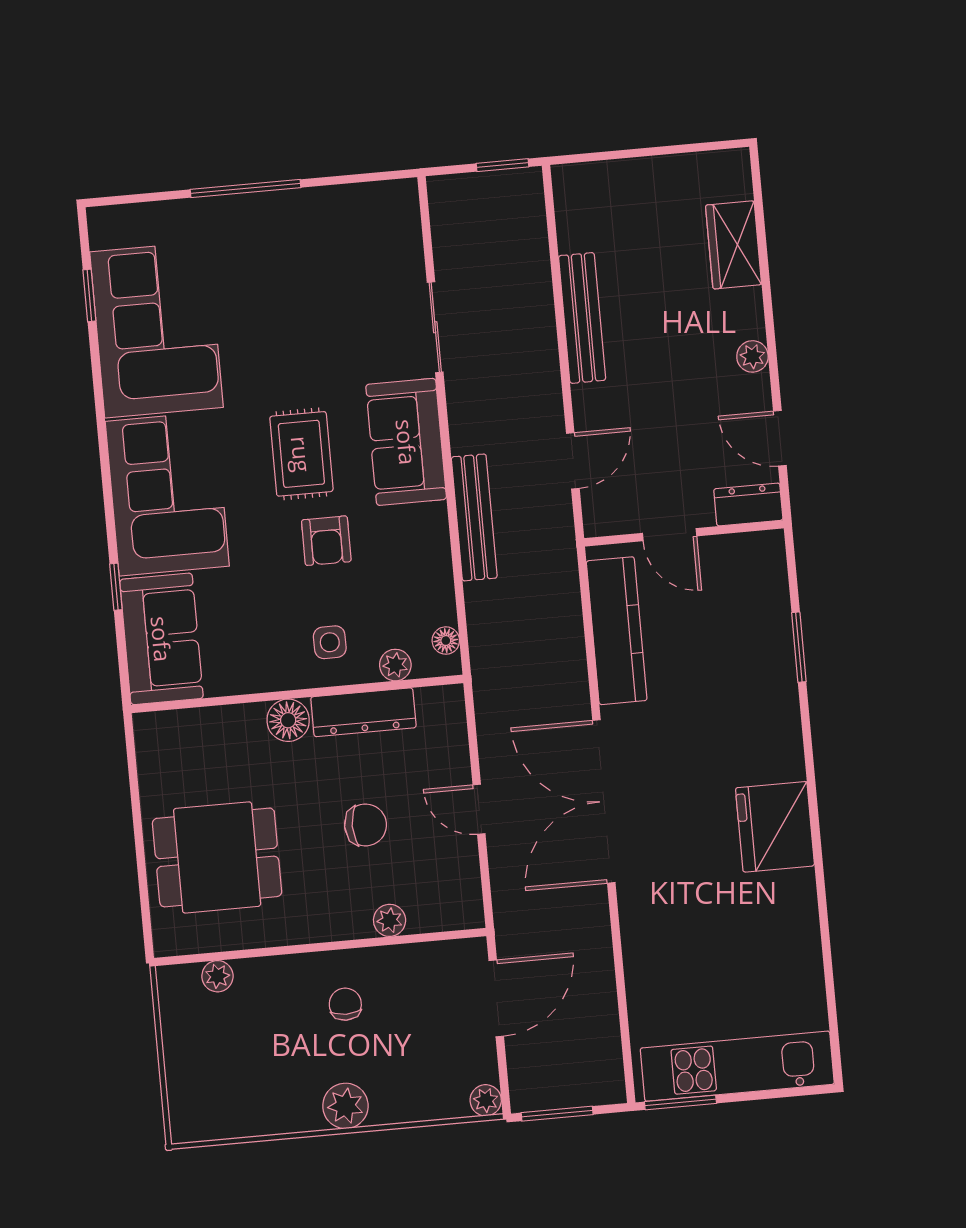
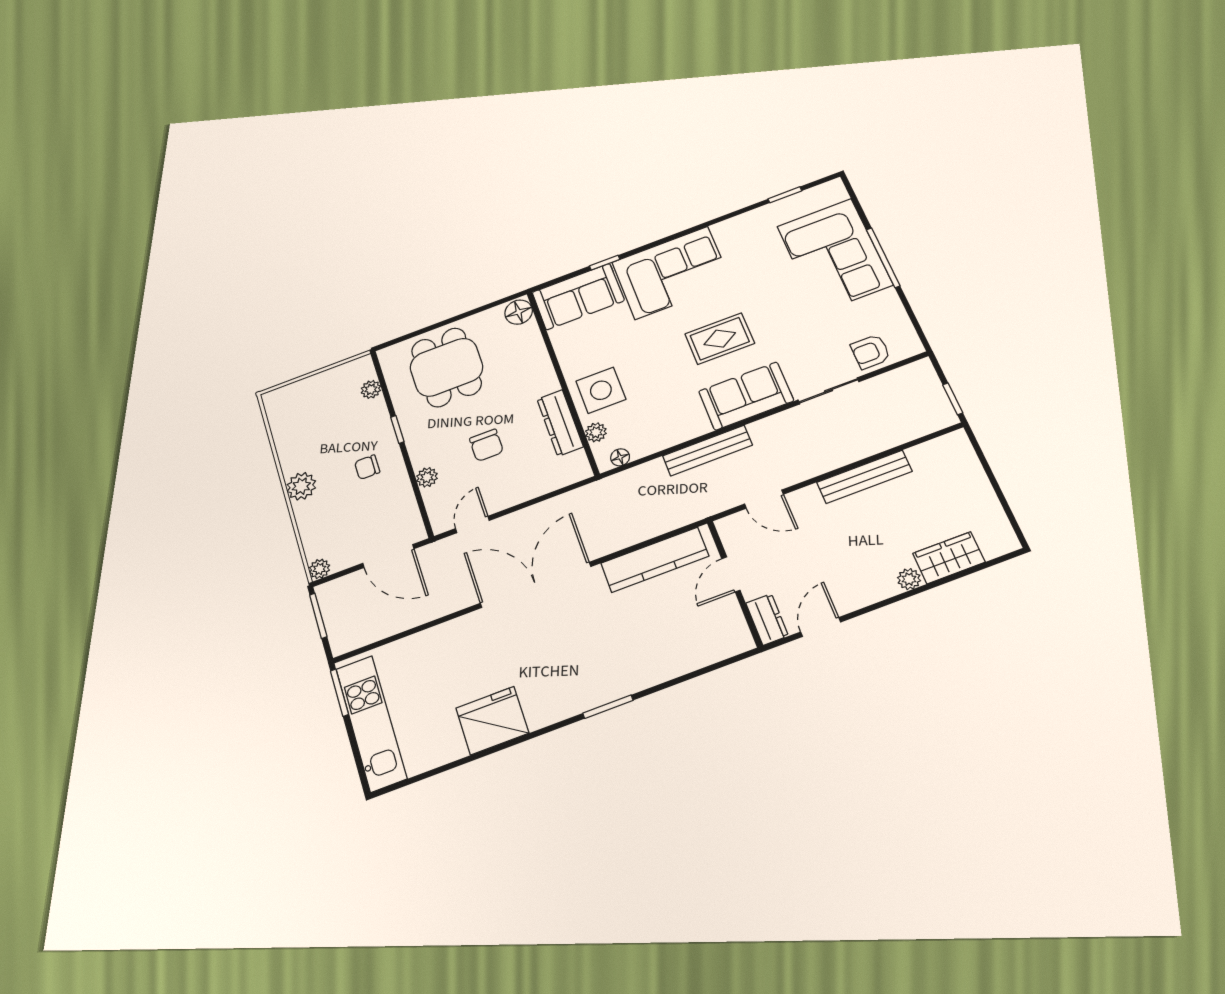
corner sofa: (156, 330) -> (835, 255), moved, turned 90
plant: (752, 356) -> (909, 579), moved
armchair: (326, 541) -> (871, 352), moved
side table: (330, 642) -> (601, 390), width x1.87, depth x1.87
window: (799, 647) -> (608, 707), moved
floor lamp: (288, 720) -> (519, 312), moved
door: (479, 809) -> (472, 524), moved
fridge: (775, 827) -> (492, 721), moved
window: (298, 949) -> (397, 429), added
chair: (345, 1004) -> (367, 467), turned 180

